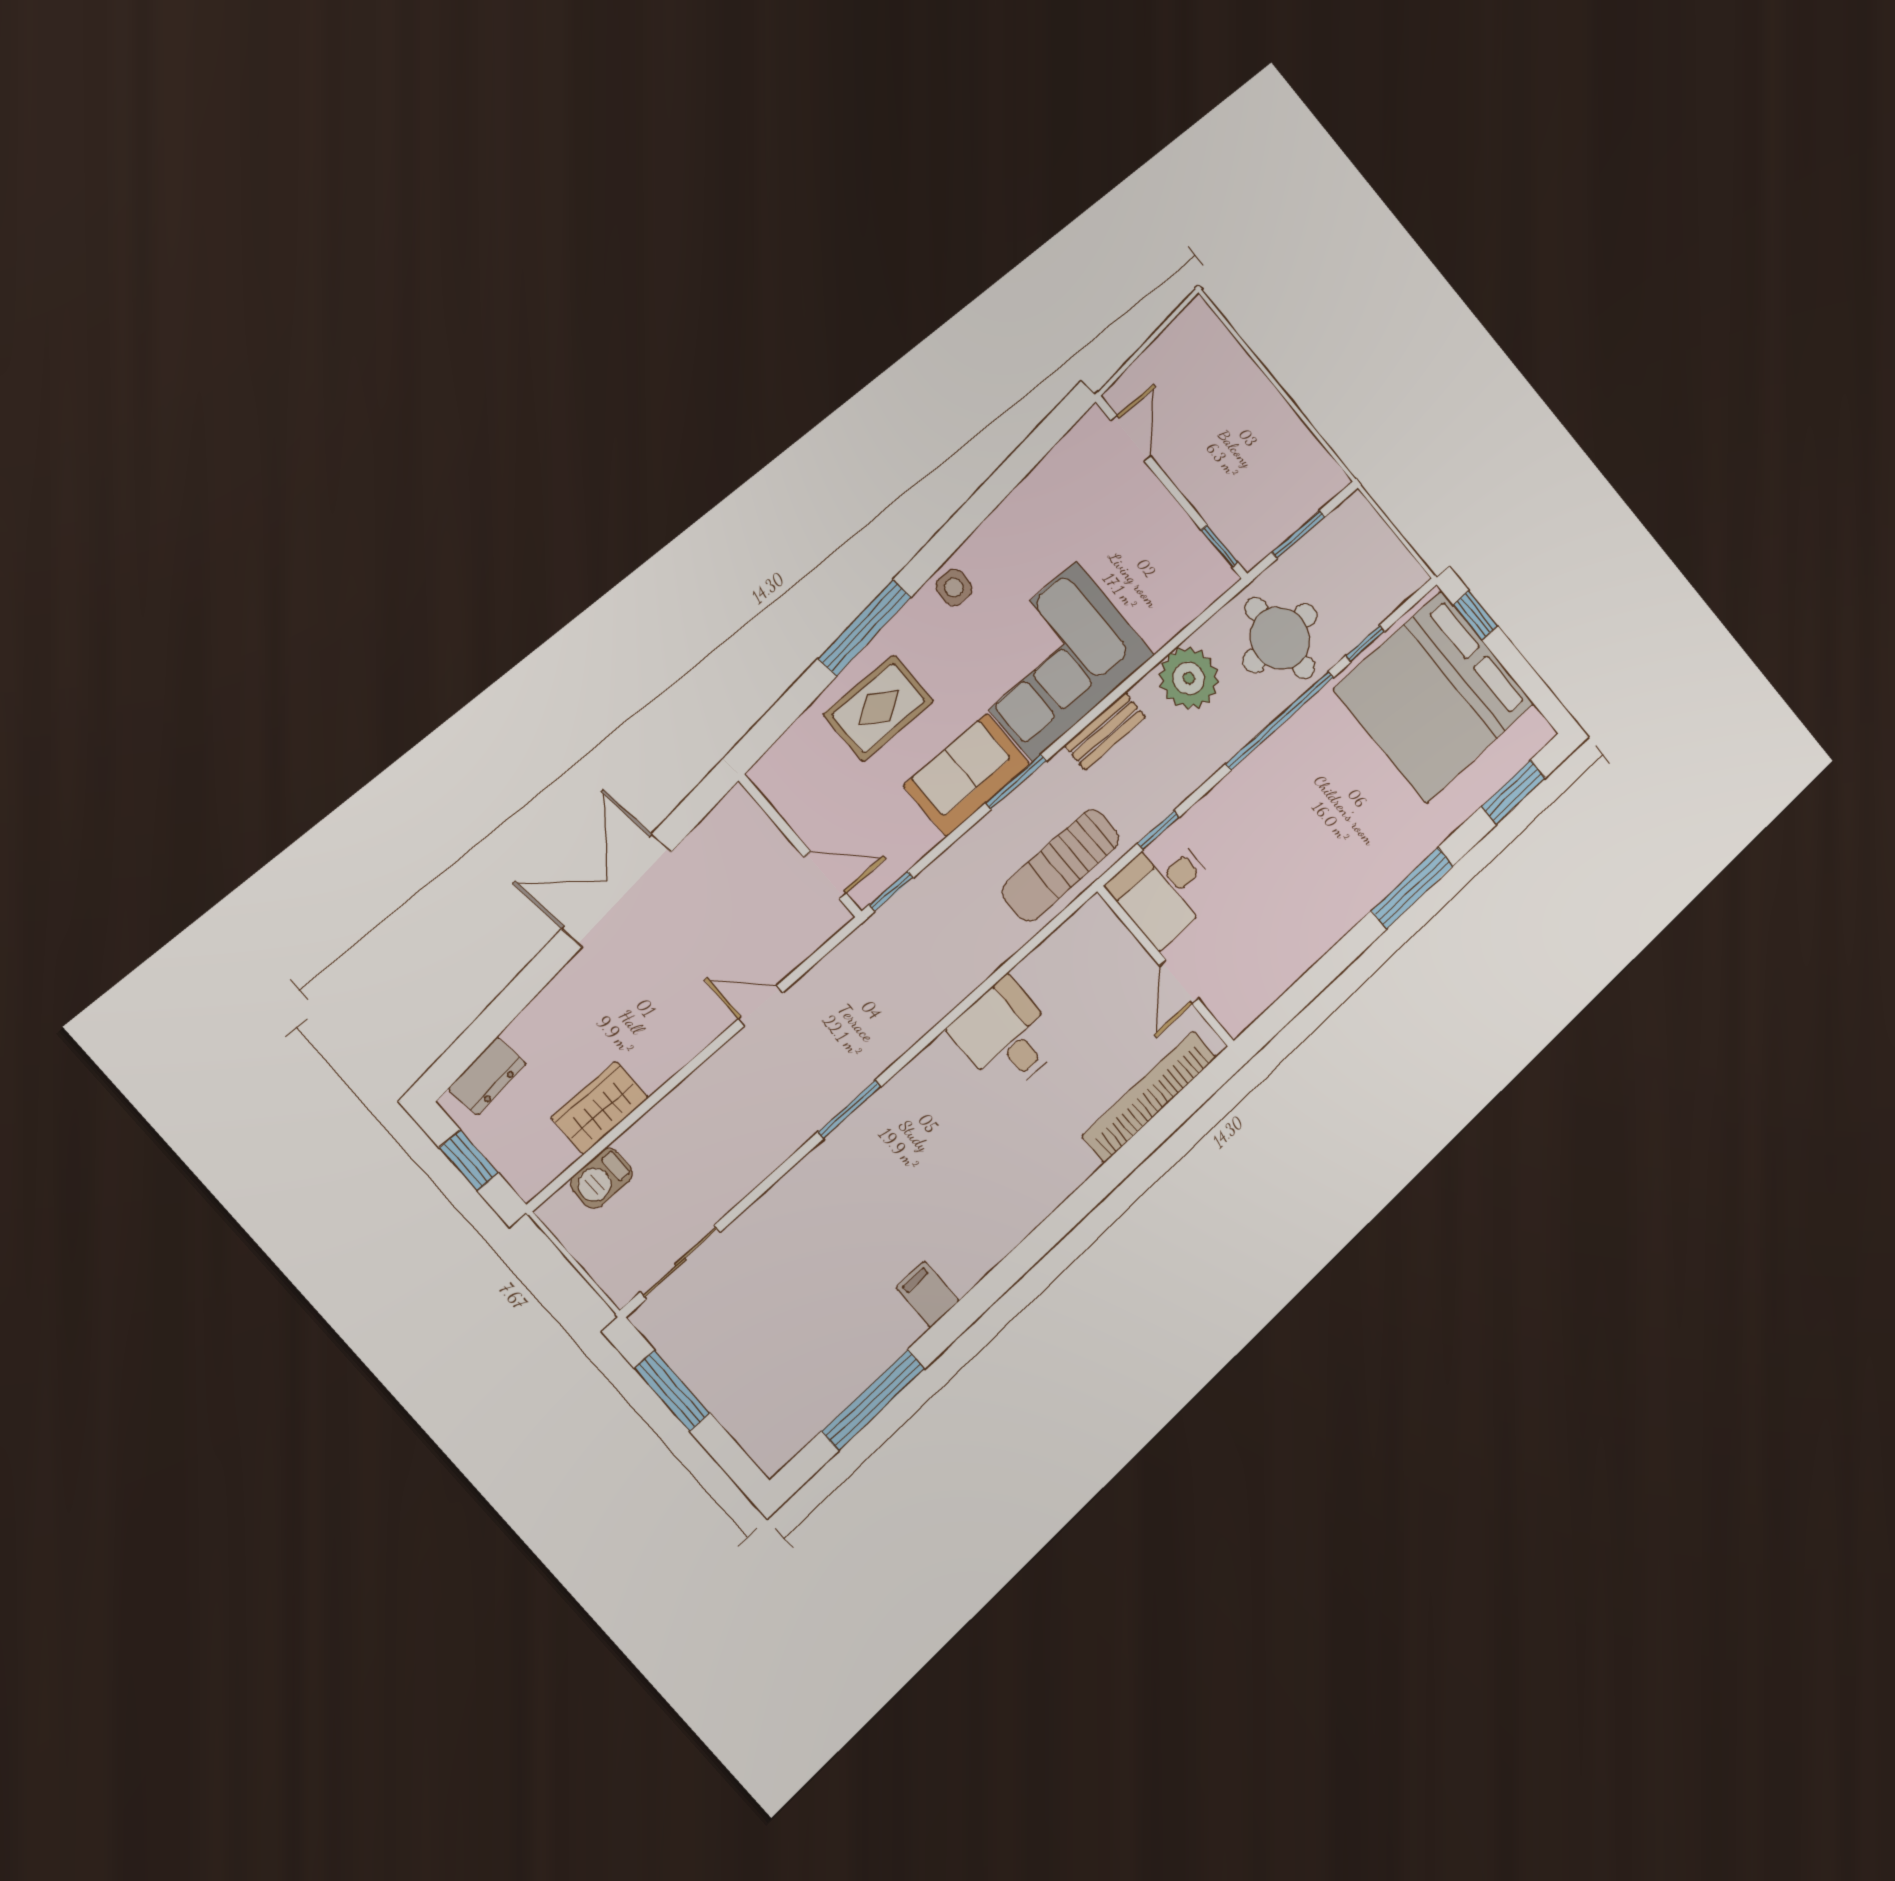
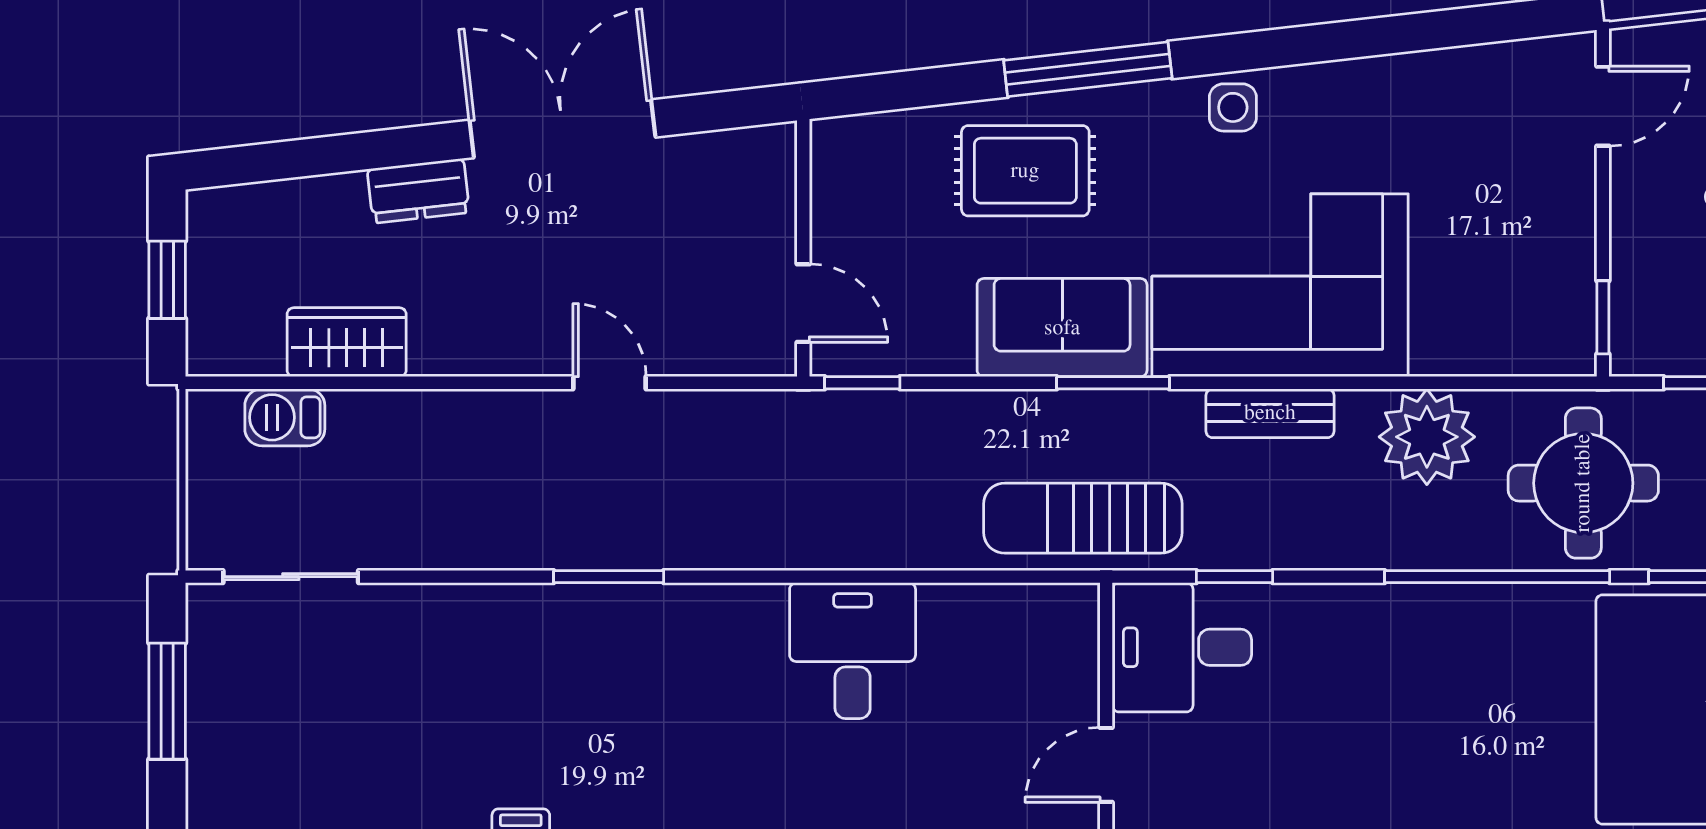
dresser: (487, 1076) -> (418, 191), moved

